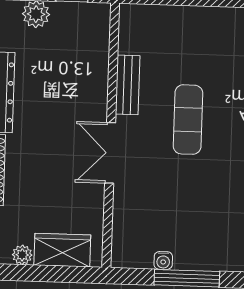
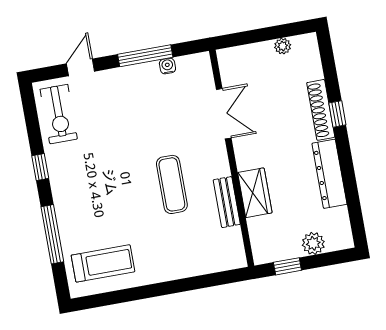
double door: (110, 153) -> (224, 114), moved
wardrobe: (62, 250) -> (255, 193), moved, turned -90

